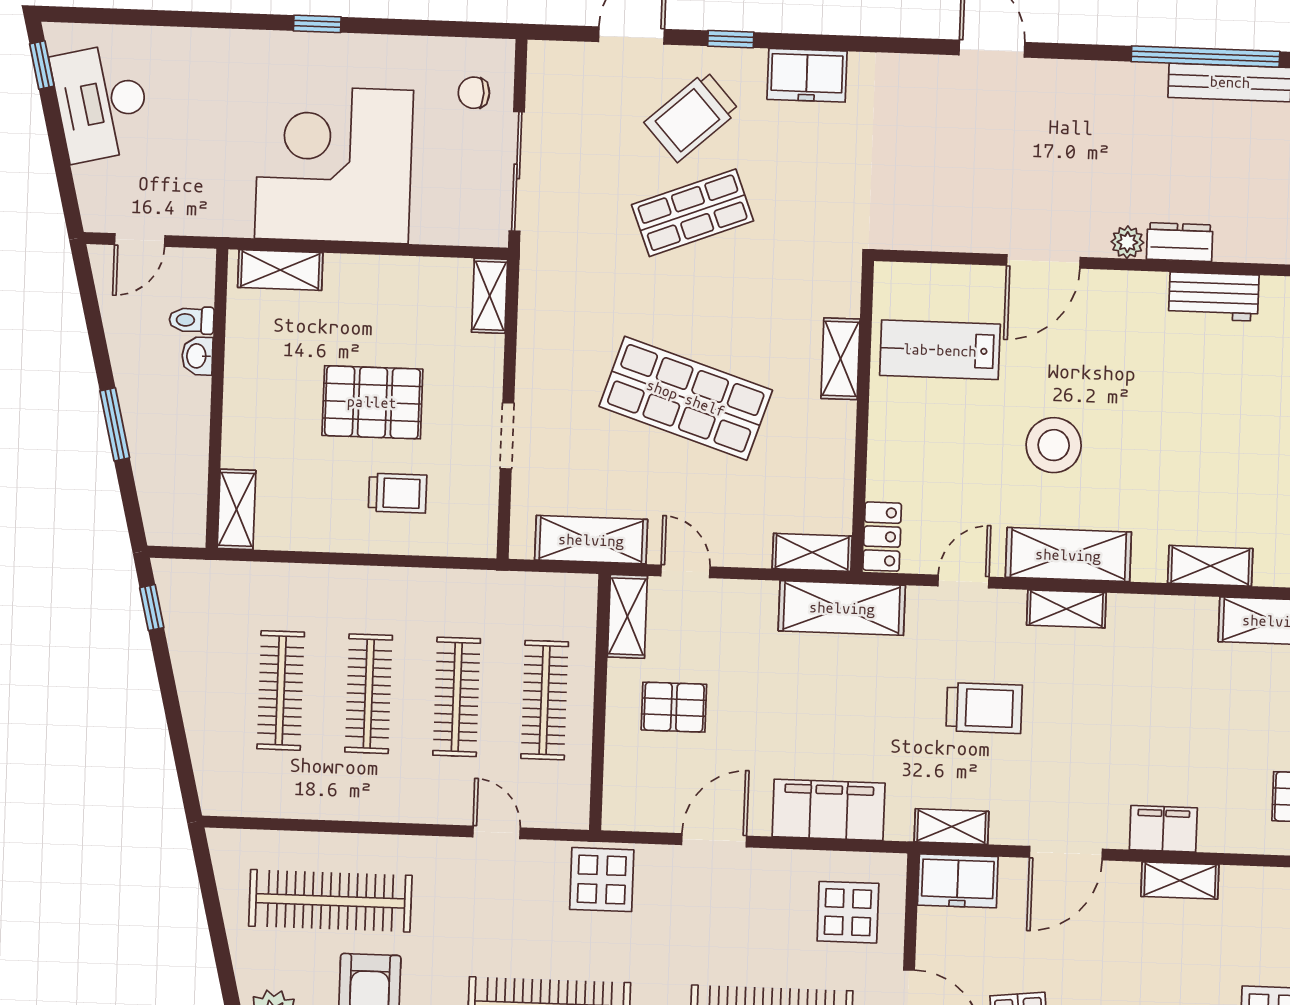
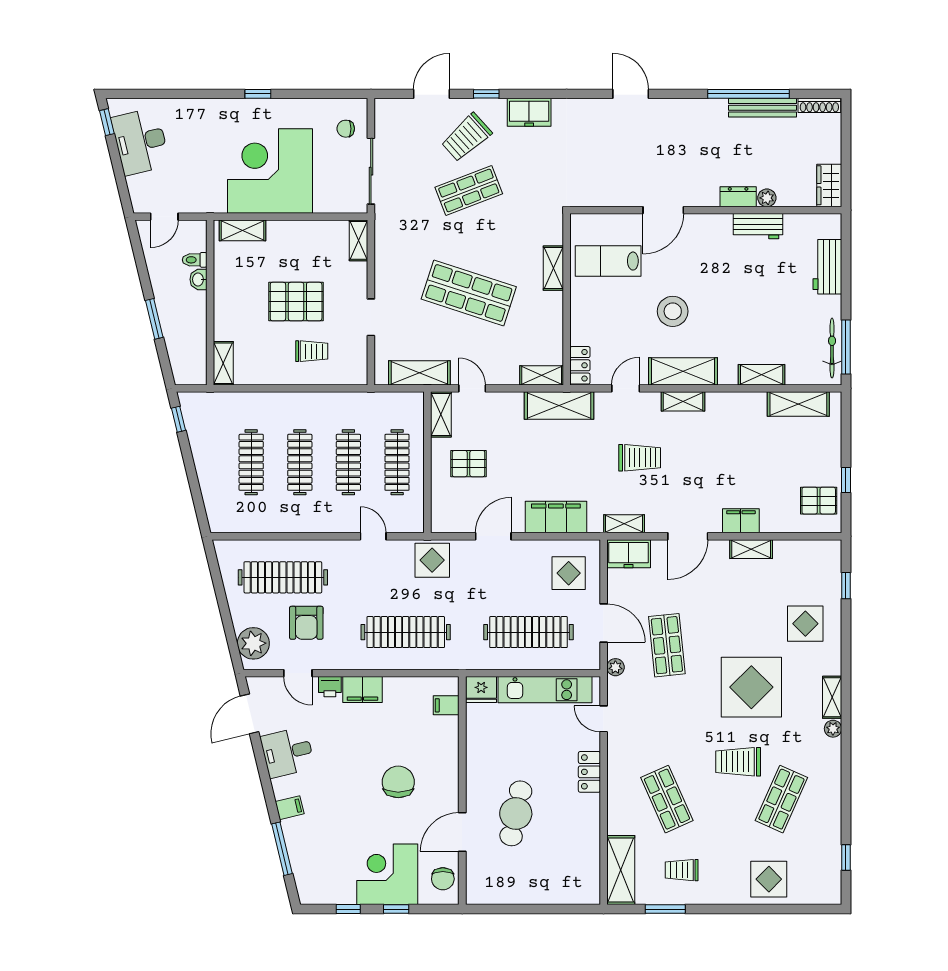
plant: (1127, 242) -> (767, 198), moved

